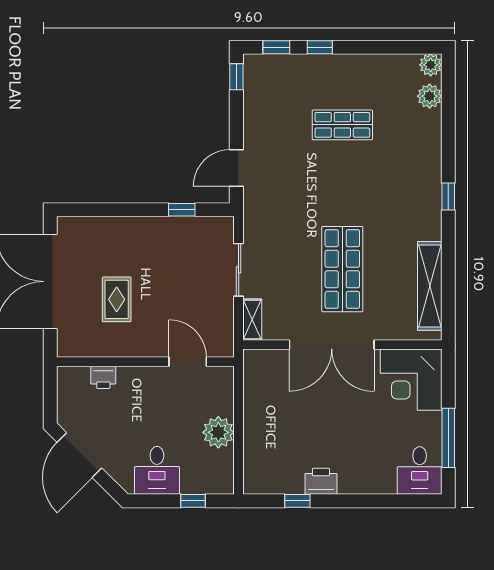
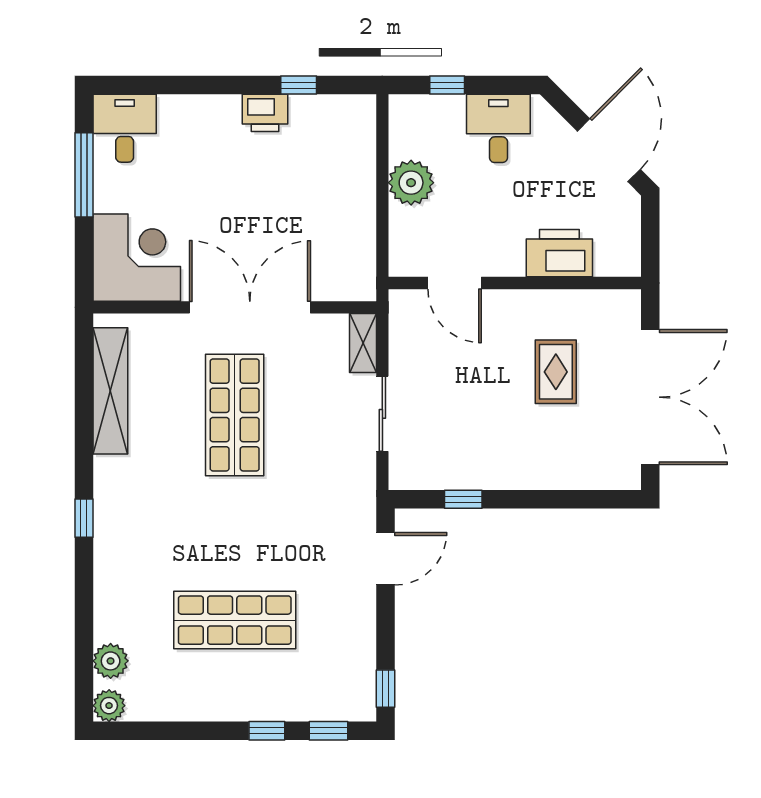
shop shelf: (342, 125) -> (235, 620), width x1.43, depth x1.36
printer: (103, 377) -> (559, 253), width x1.87, depth x1.48

